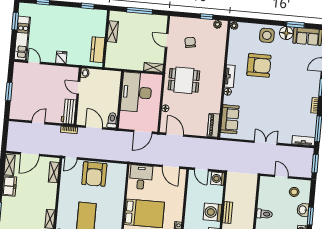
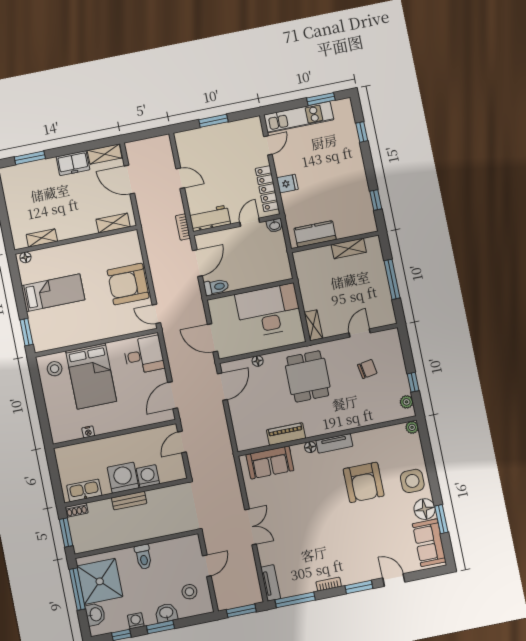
locker: (61, 71) -> (267, 189), added
piano: (213, 125) -> (286, 434), moved
door: (71, 158) -> (156, 314), moved
washing machine: (218, 179) -> (148, 476), moved

